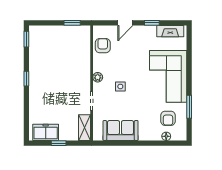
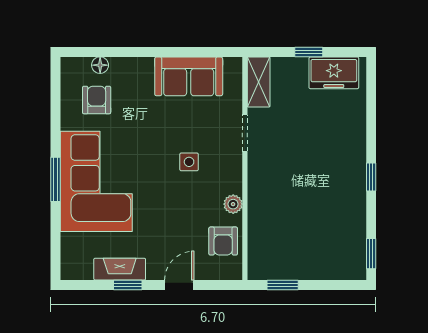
fireplace: (170, 31) -> (120, 269), moved
plant: (98, 77) -> (233, 204), moved
window: (189, 107) -> (56, 179), moved

